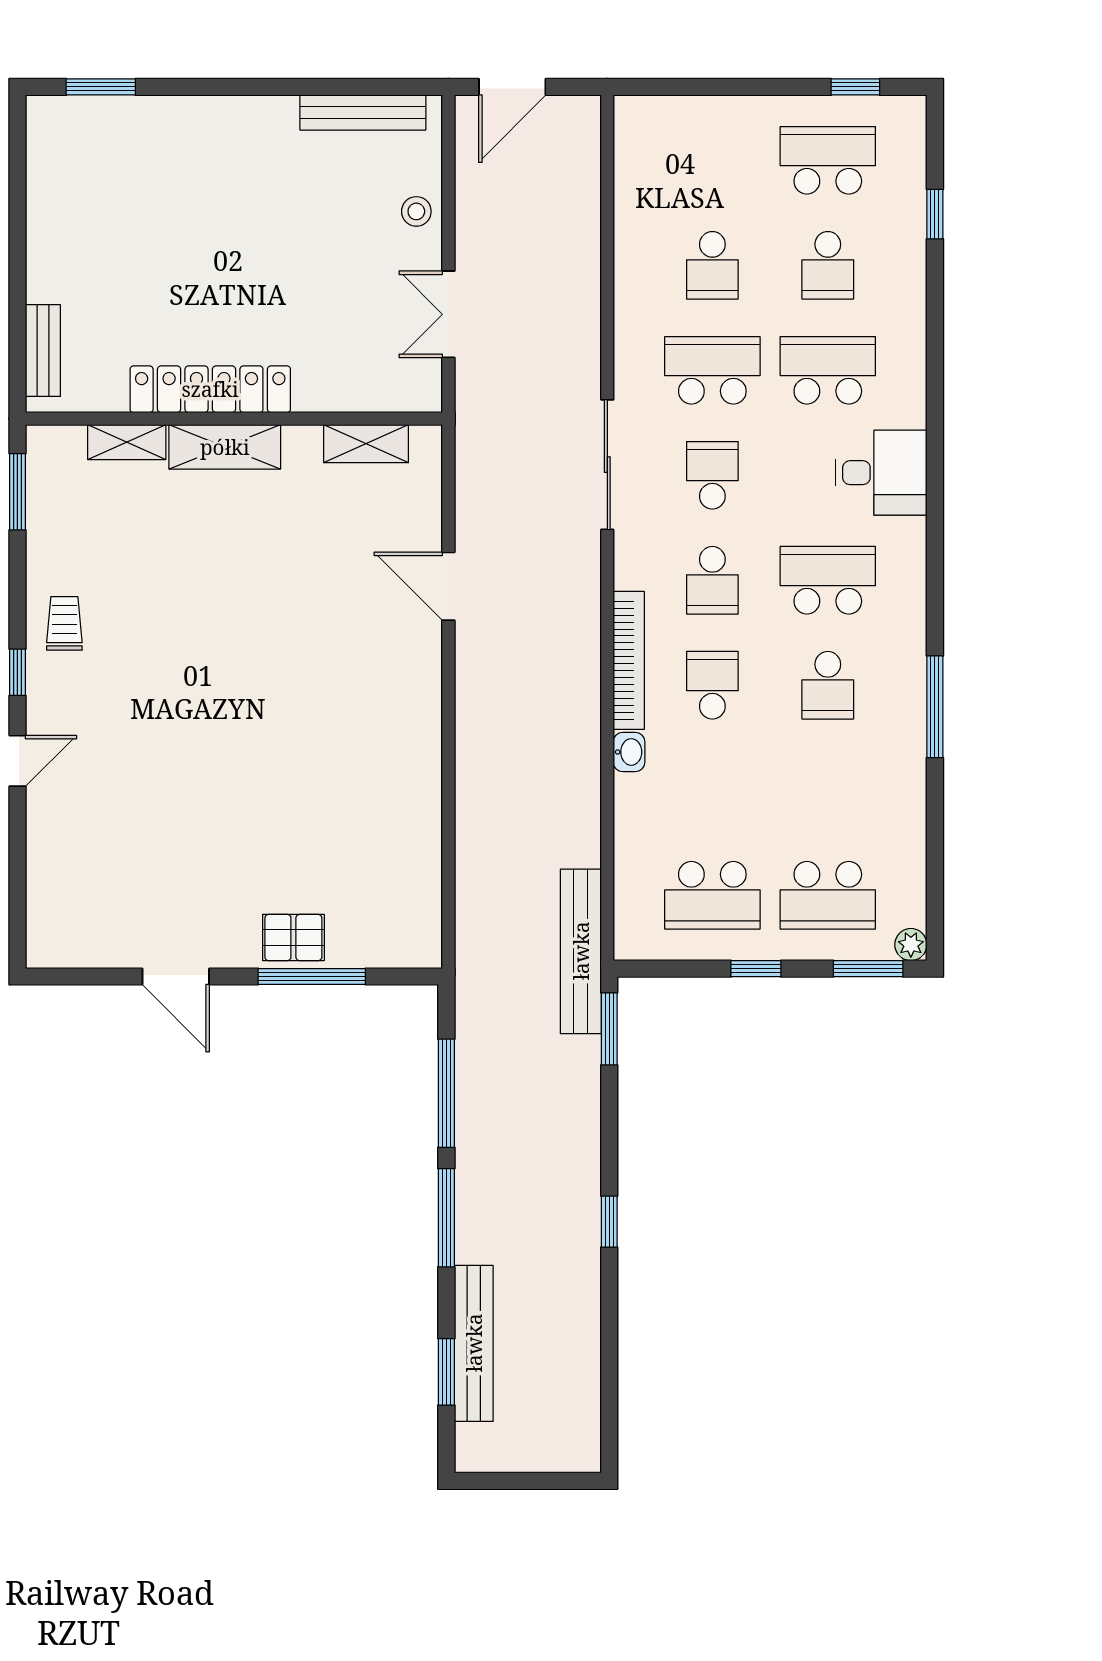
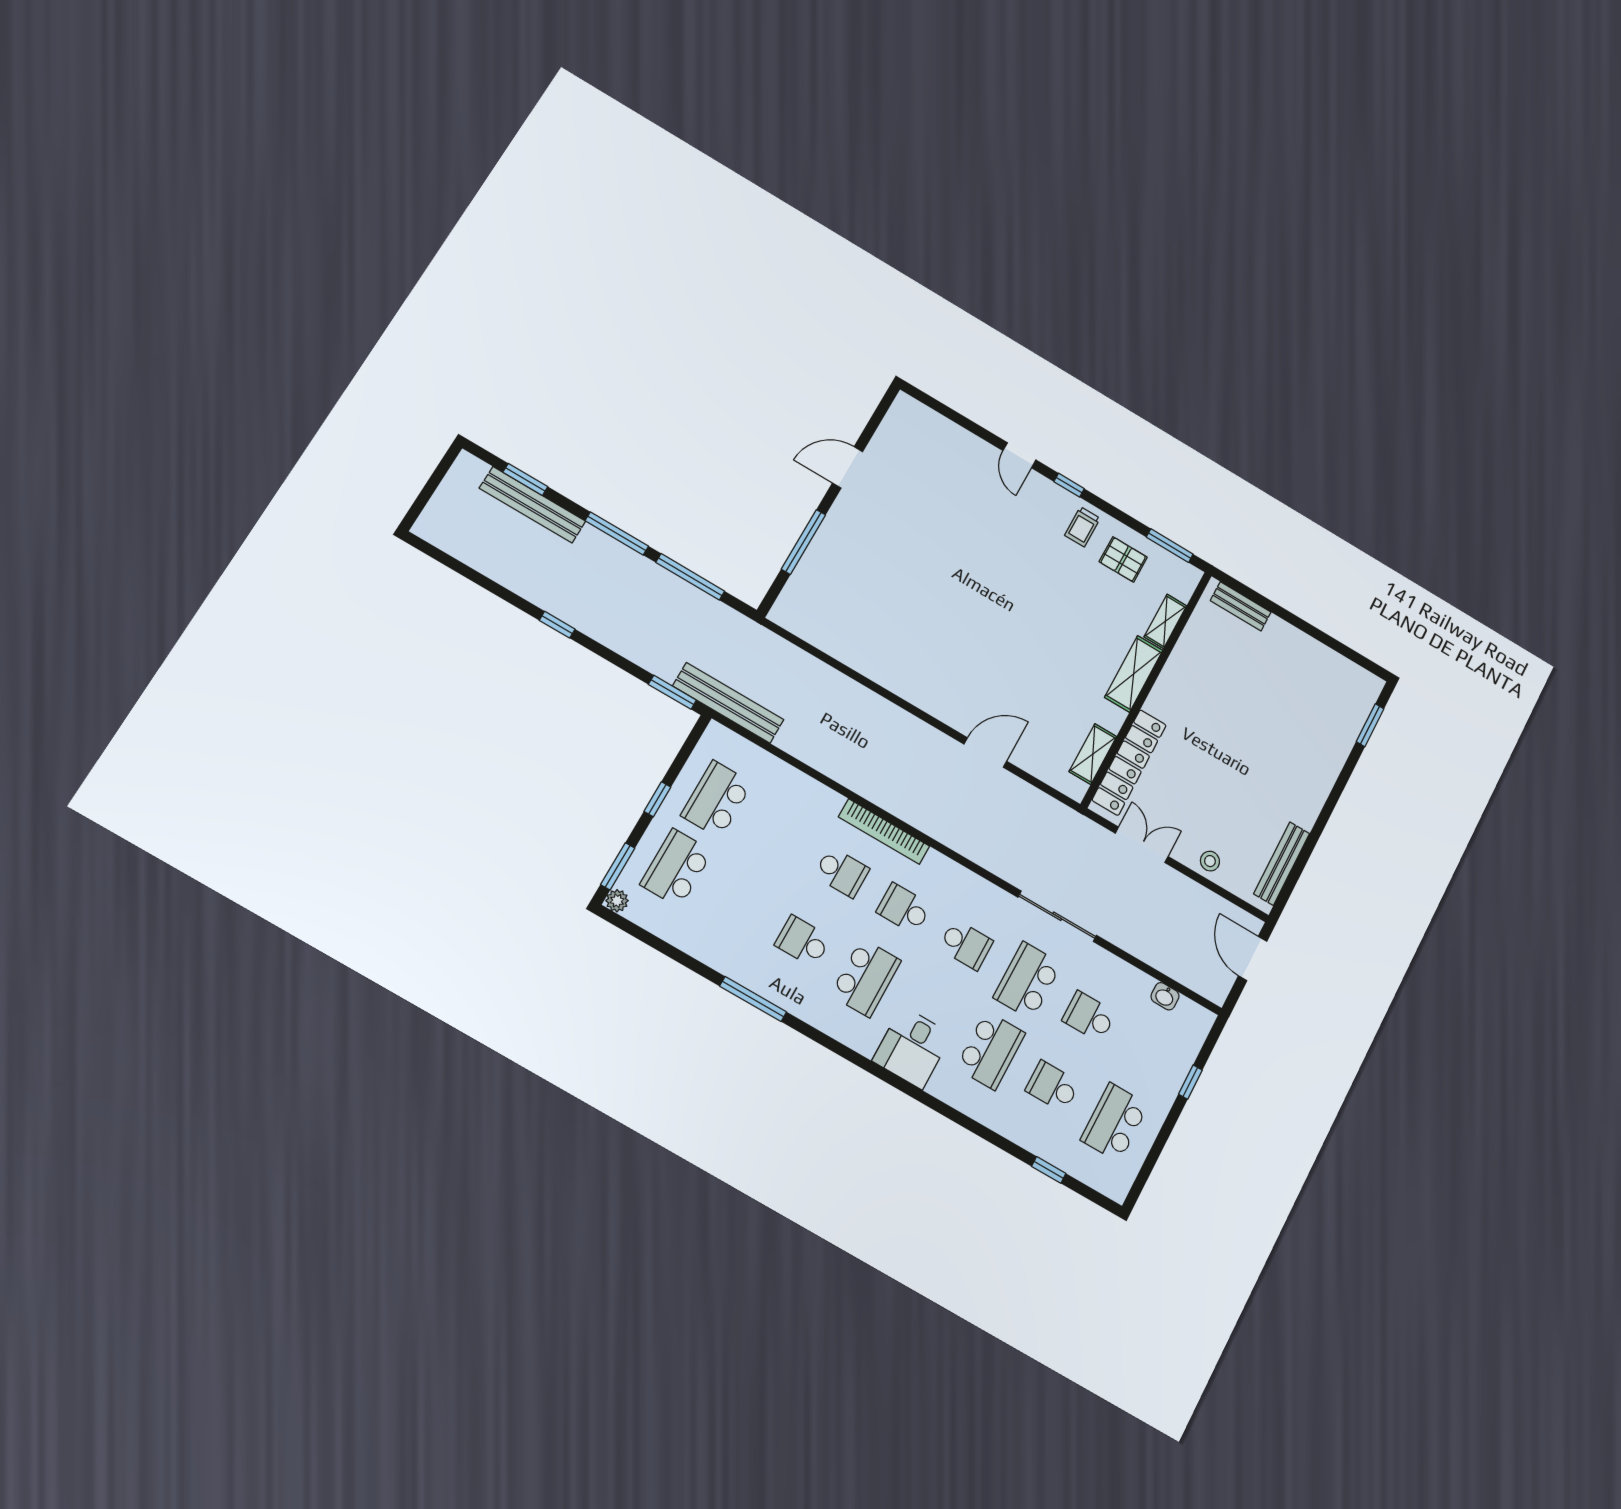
window: (855, 87) -> (1190, 1082), moved
school desk: (828, 160) -> (1114, 1122), turned 180
school desk: (712, 370) -> (1028, 981), turned 180
locker: (210, 389) -> (1129, 762), moved
sliding door: (607, 465) -> (1057, 916), moved
trolley: (64, 623) -> (1082, 527), turned 90
washbasin: (629, 752) -> (1165, 996), moved
pallet: (293, 938) -> (1123, 559), moved, turned 90

